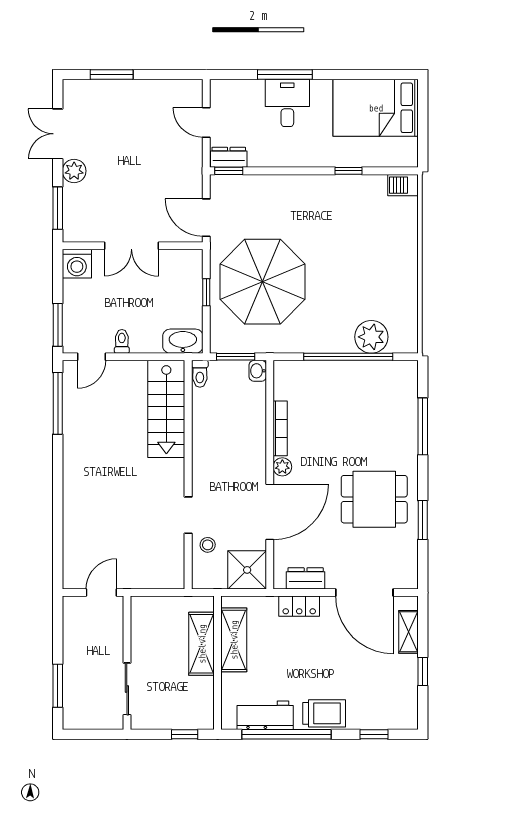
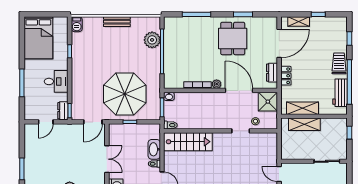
desk: (287, 103) -> (56, 81), moved, turned 180
bench: (408, 266) -> (117, 22), added
washbasin: (183, 341) -> (154, 149), moved

